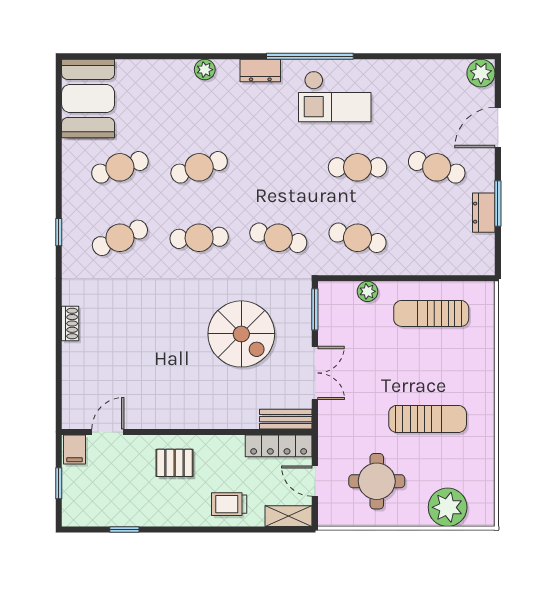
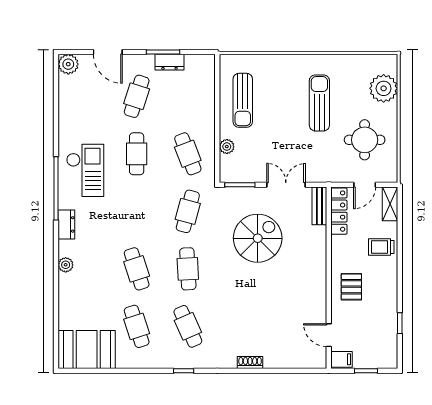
cafe table: (357, 238) -> (188, 154), turned -36
trolley: (229, 504) -> (381, 247), turned 90

